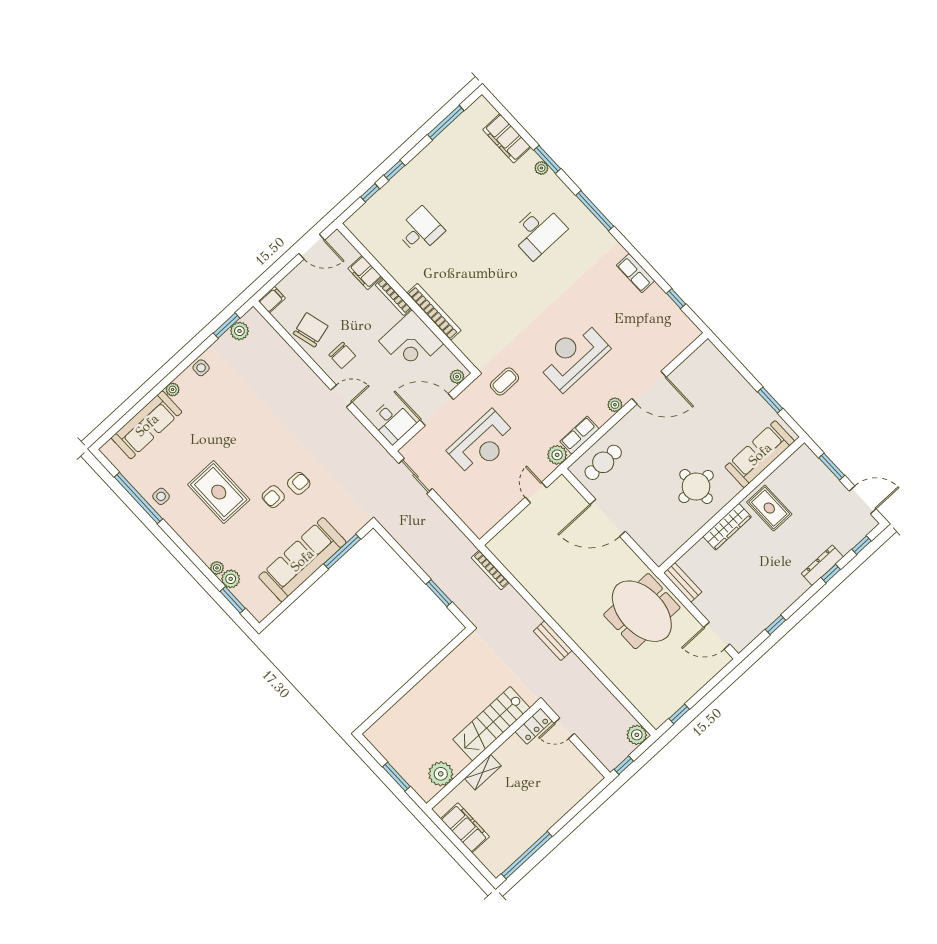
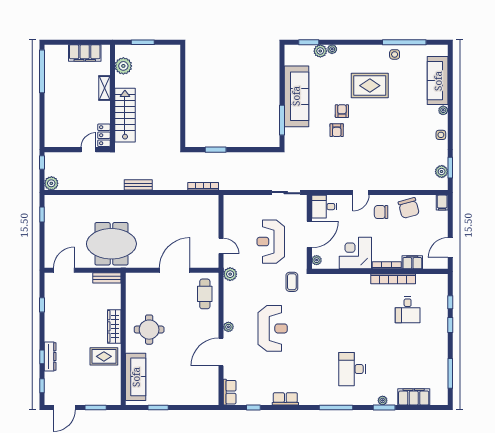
bookcase: (434, 312) -> (393, 279), moved
row of seats: (580, 435) -> (230, 392), moved

